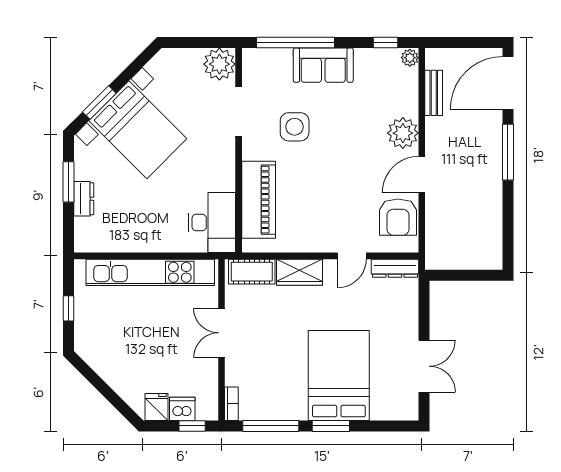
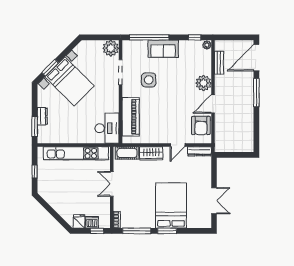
window: (69, 182) -> (35, 126), moved

